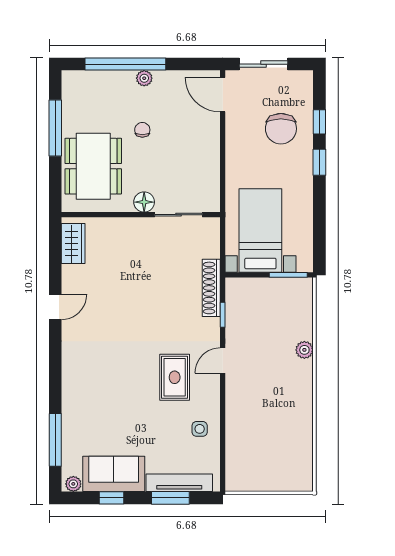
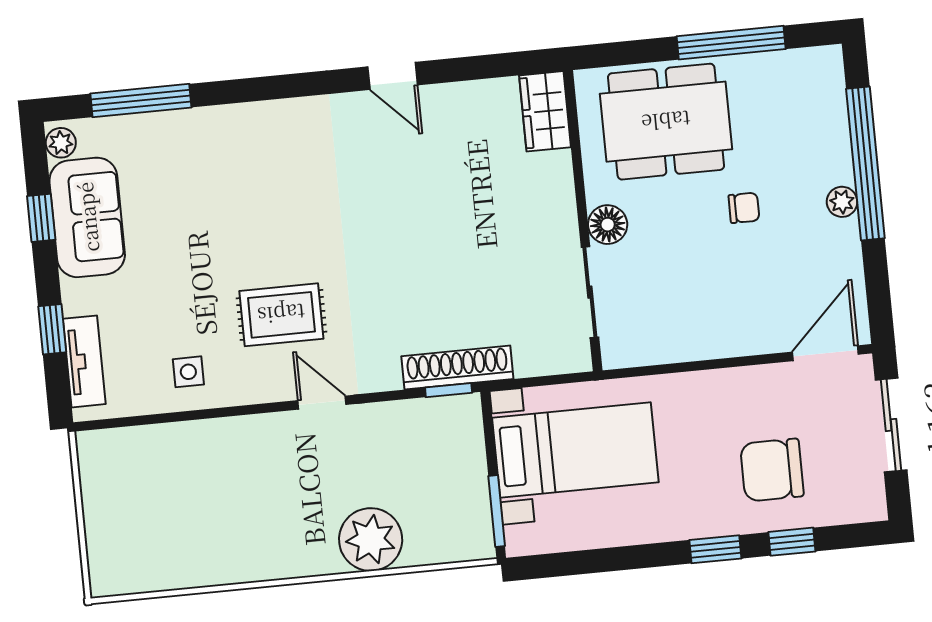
wardrobe: (73, 244) -> (545, 111), moved, turned 90
window: (223, 315) -> (449, 390), moved
plant: (304, 350) -> (371, 540), width x1.87, depth x1.87
tv unit: (179, 483) -> (84, 361), width x0.71
window: (170, 498) -> (52, 329), width x0.67

